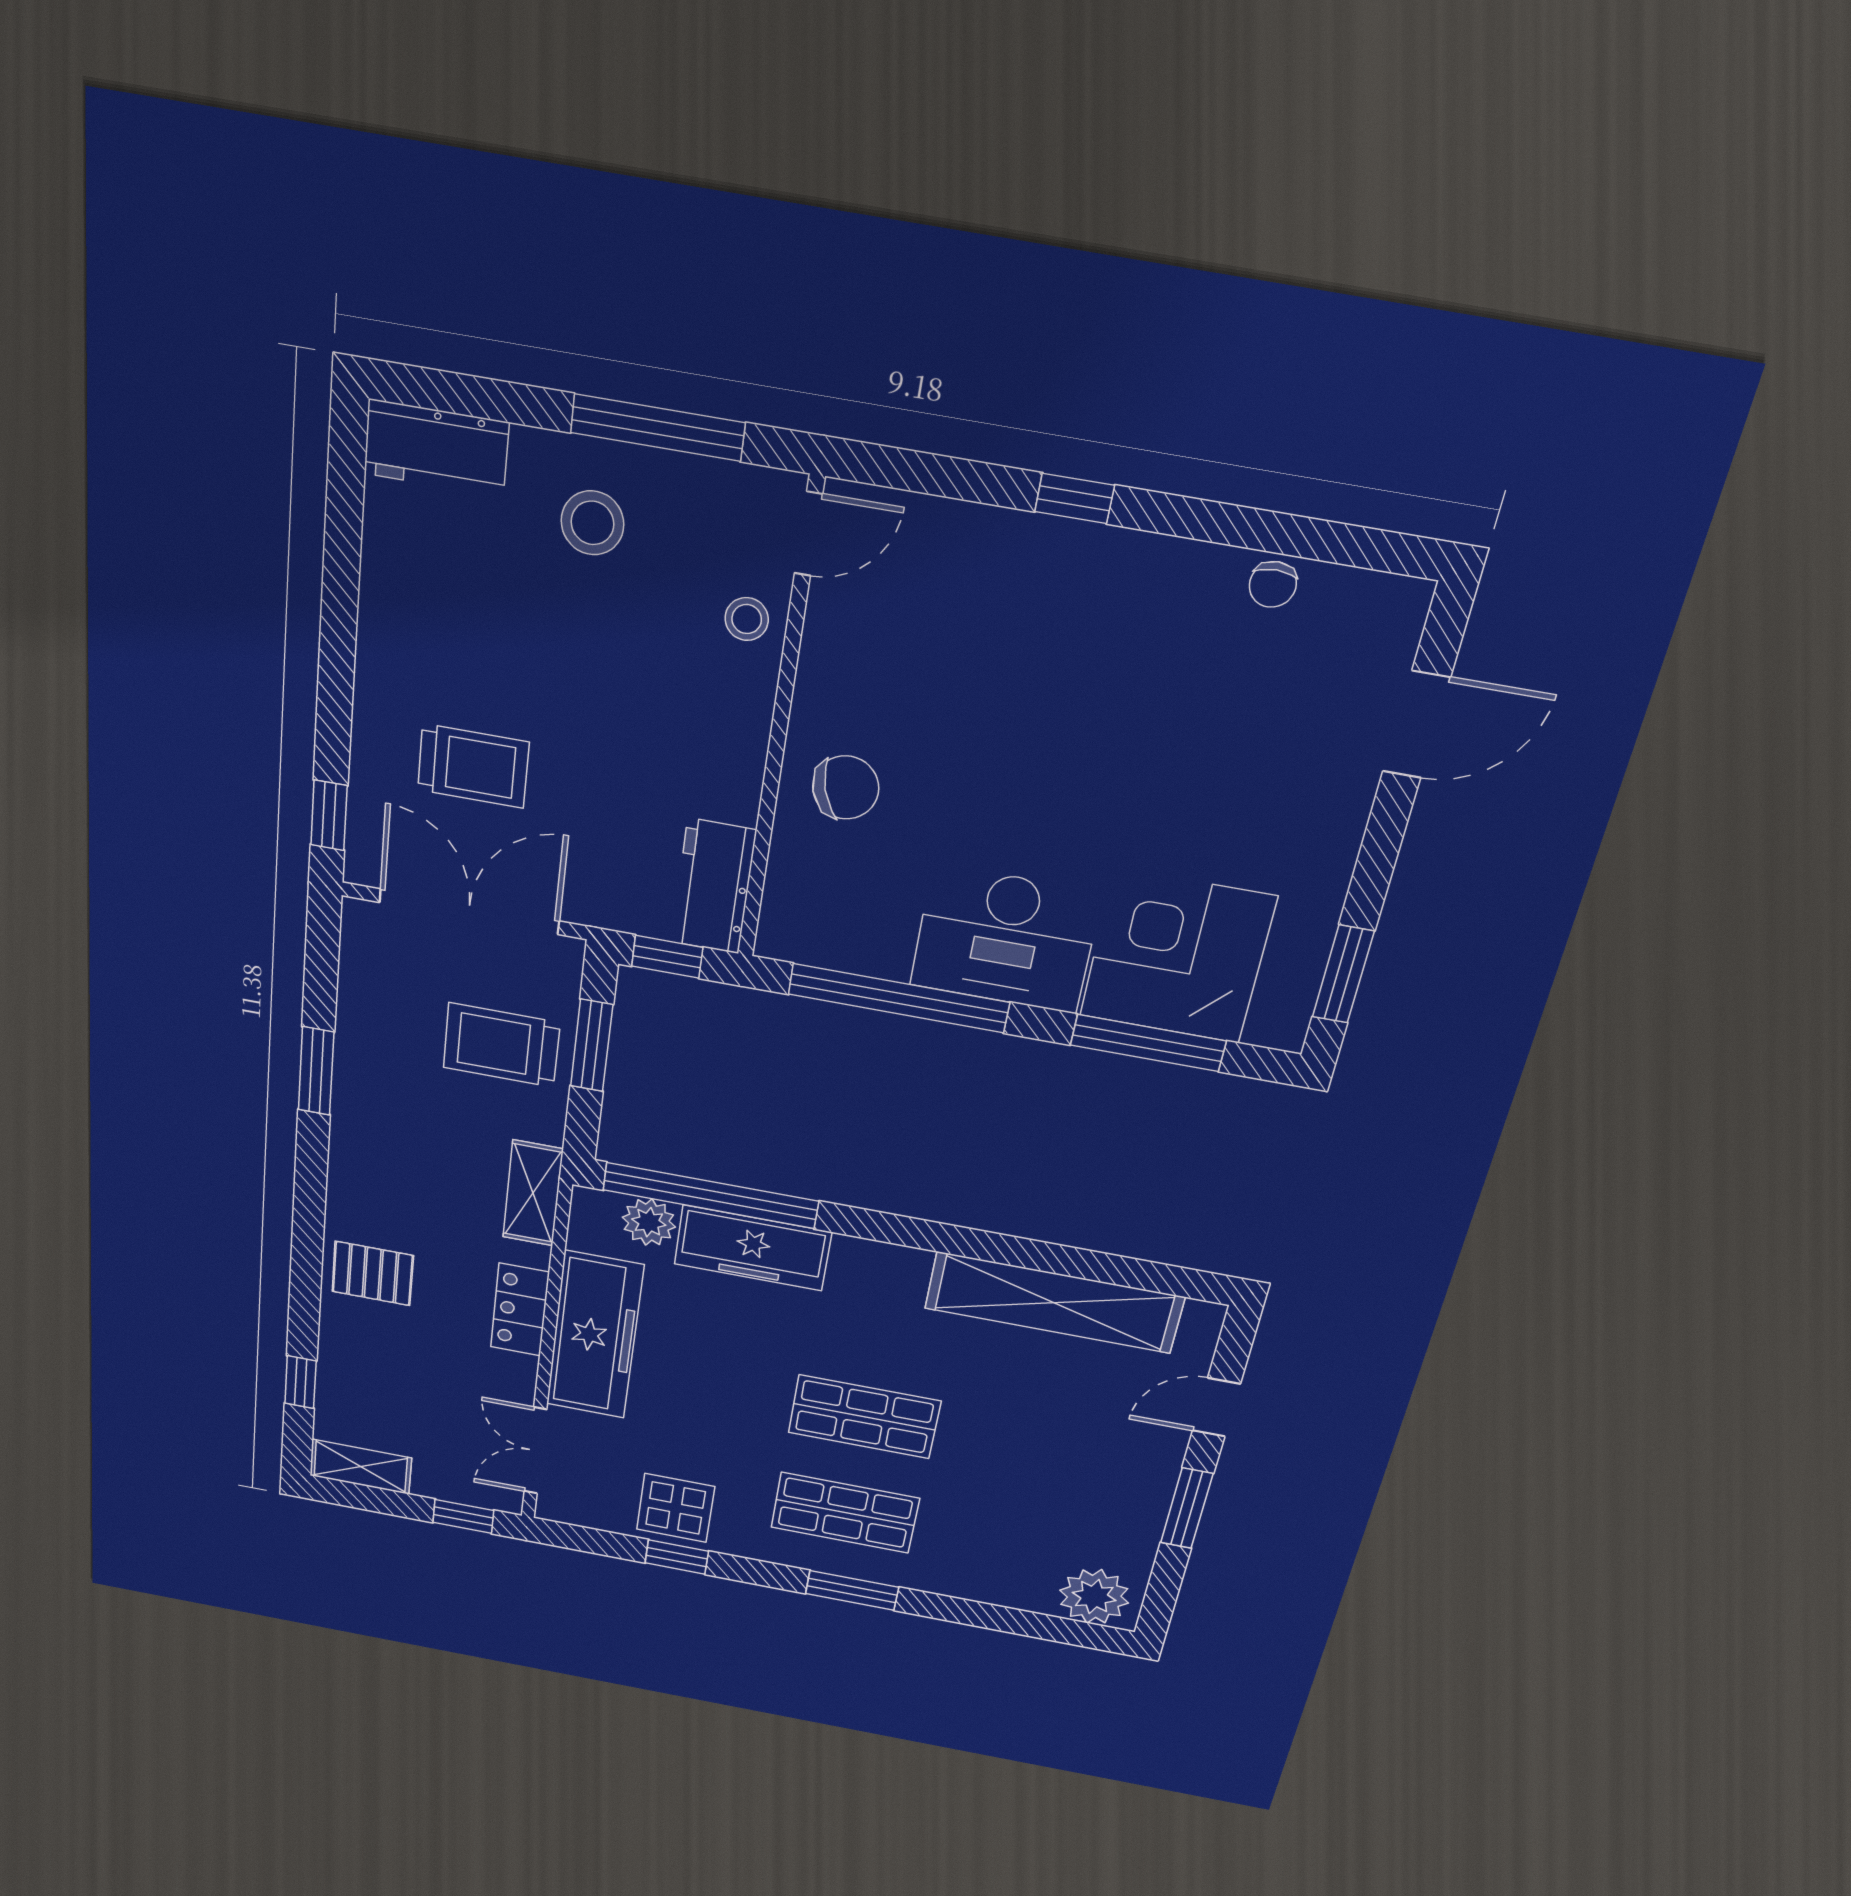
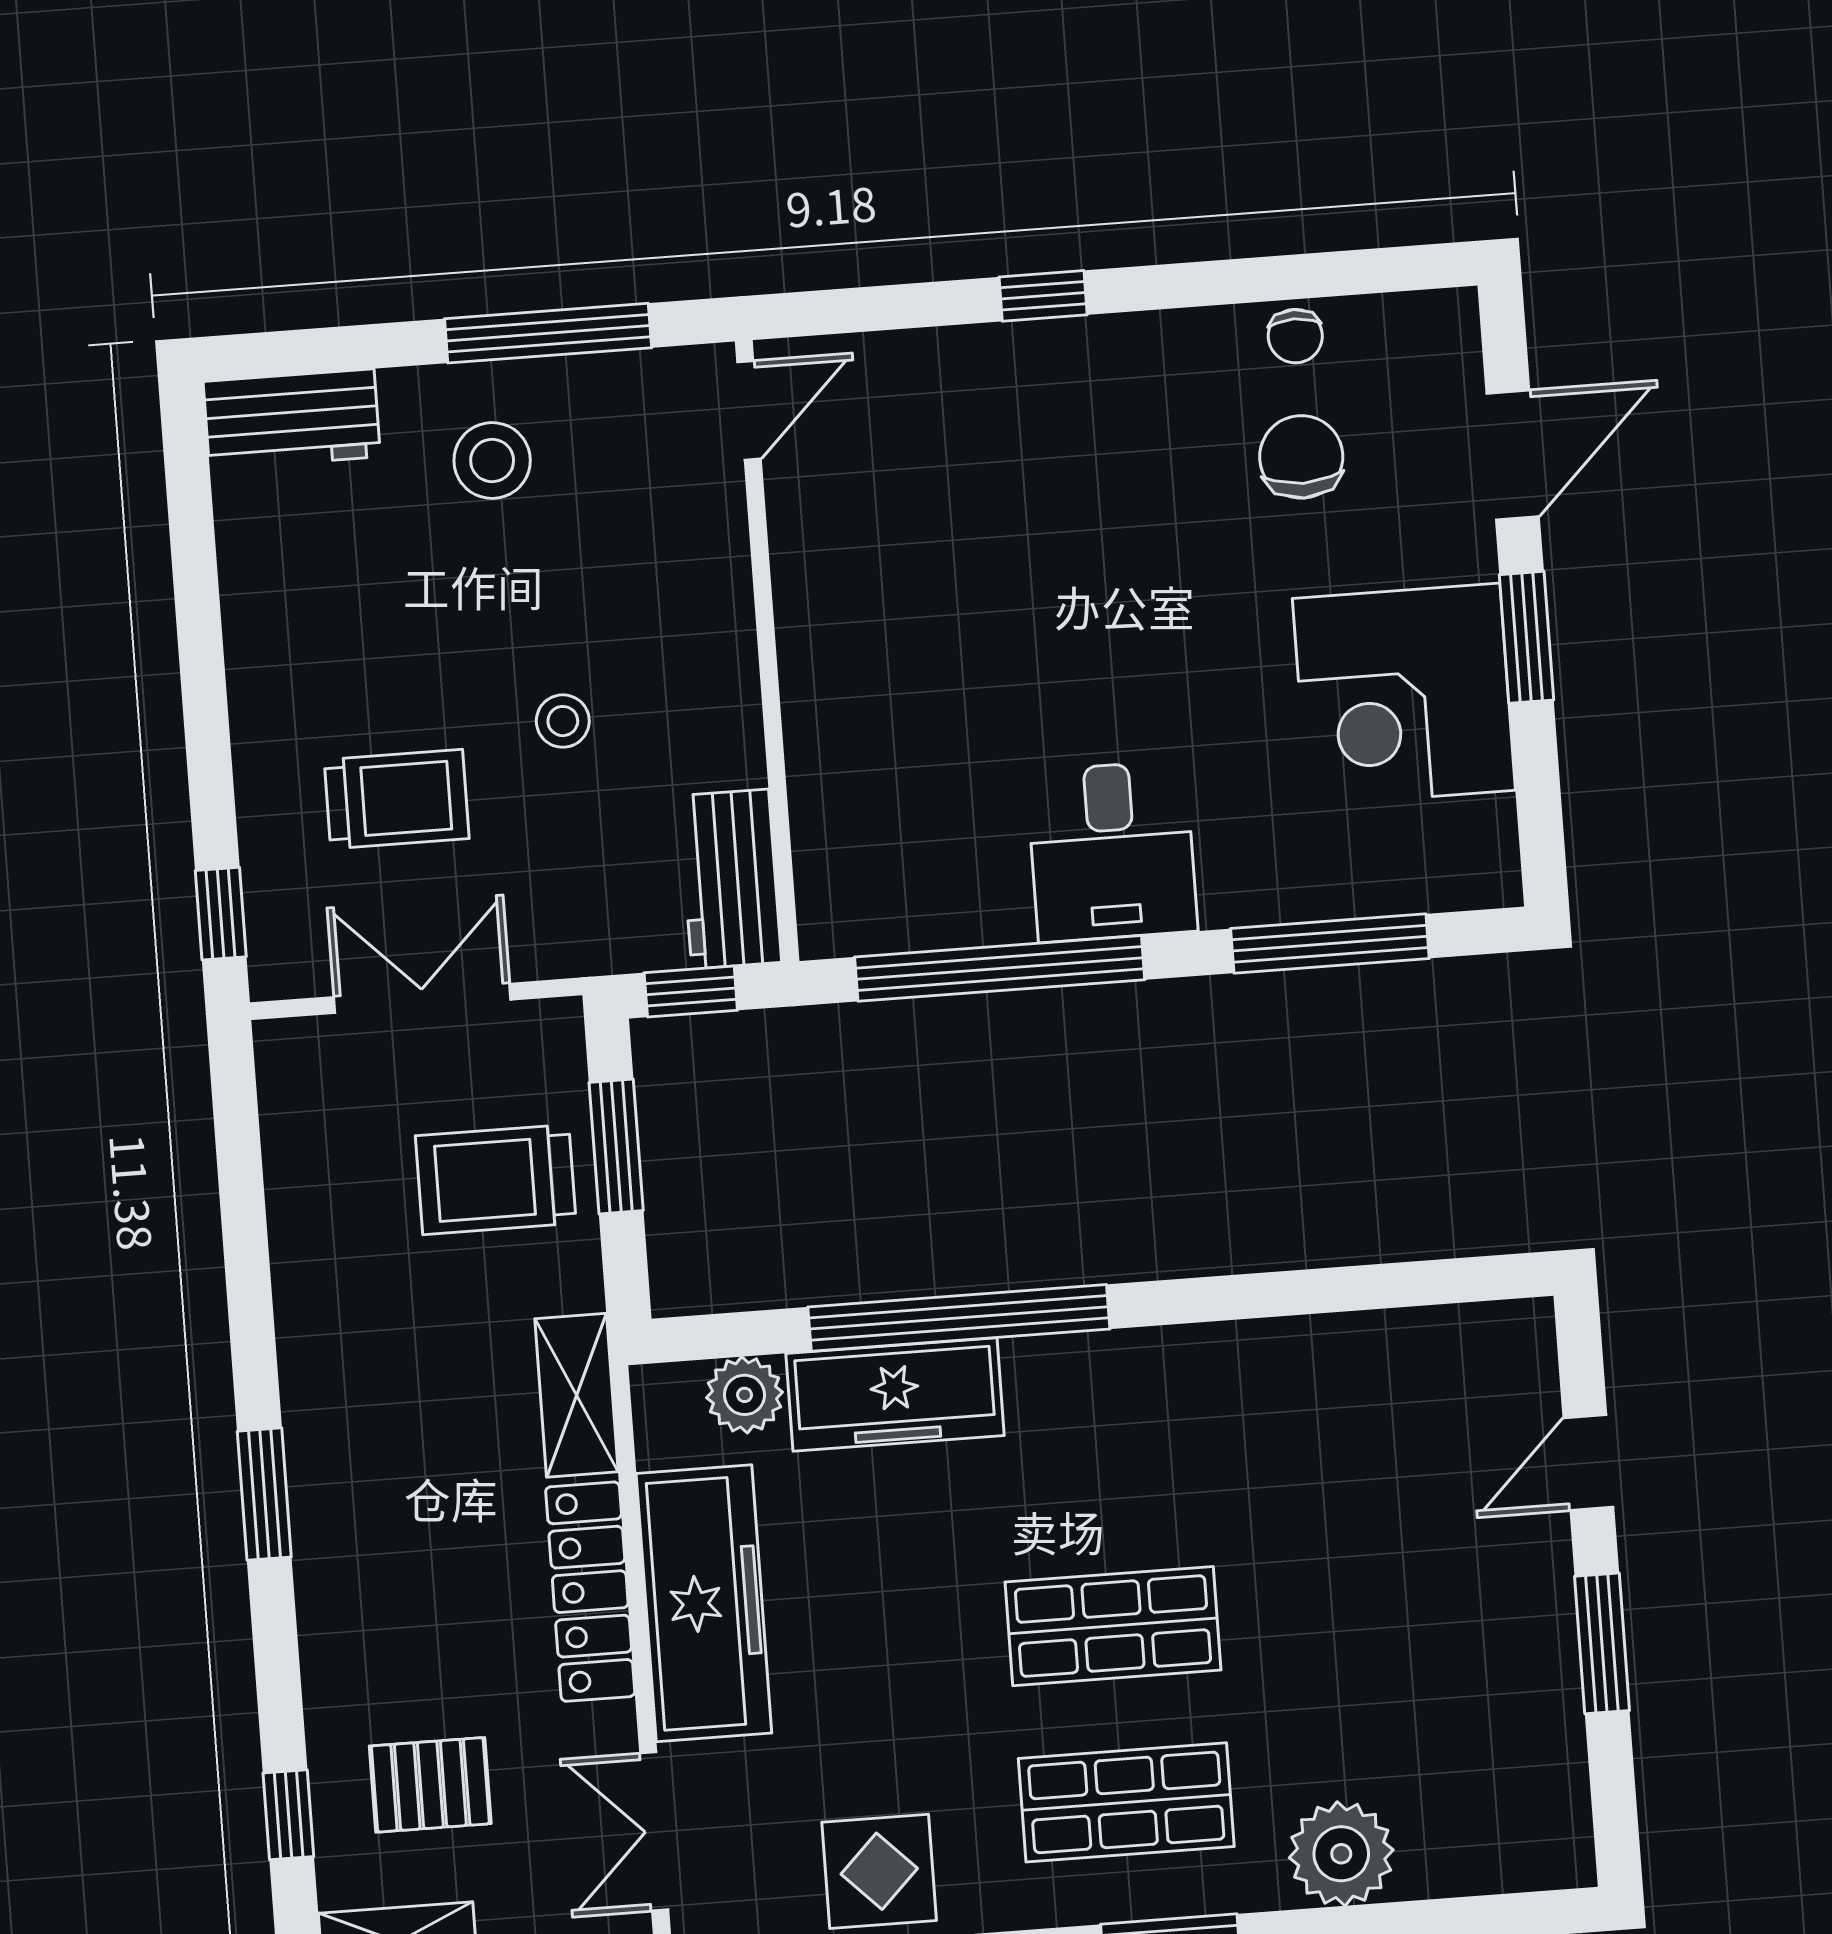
stool: (747, 619) -> (563, 721), moved
chair: (846, 787) -> (1301, 457), moved, turned -73
double door: (469, 912) -> (422, 998), width x0.73
desk: (1005, 939) -> (1112, 851), width x0.73
corner desk: (1177, 956) -> (1404, 694), moved, turned -90
window: (1343, 974) -> (1526, 637), moved
window: (316, 1071) -> (264, 1494), moved
window: (711, 1196) -> (959, 1318), moved
pallet: (373, 1274) -> (430, 1785), moved
shelving: (1054, 1303) -> (1322, 1361), removed
locker: (520, 1310) -> (590, 1592), width x1.53
plant: (1094, 1597) -> (1341, 1854), moved

